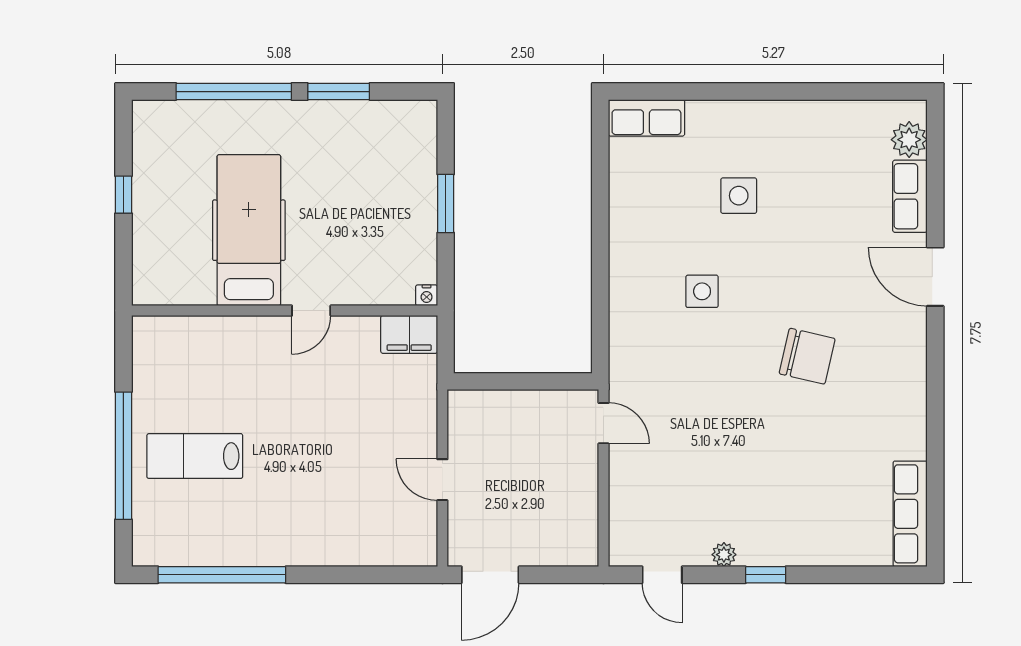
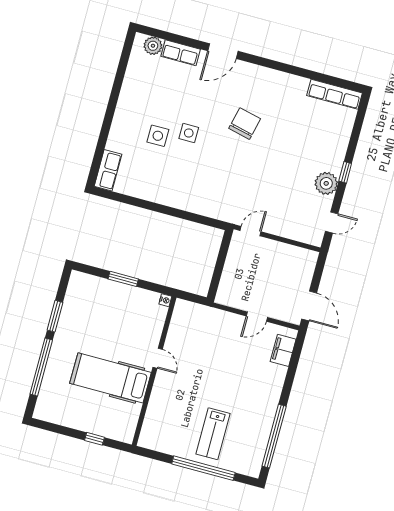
window: (123, 195) -> (94, 439), moved
side table: (702, 291) -> (189, 133), moved
filing cabinet: (409, 334) -> (283, 350), moved, turned 180
plant: (724, 555) -> (326, 183), width x1.88, depth x1.88

